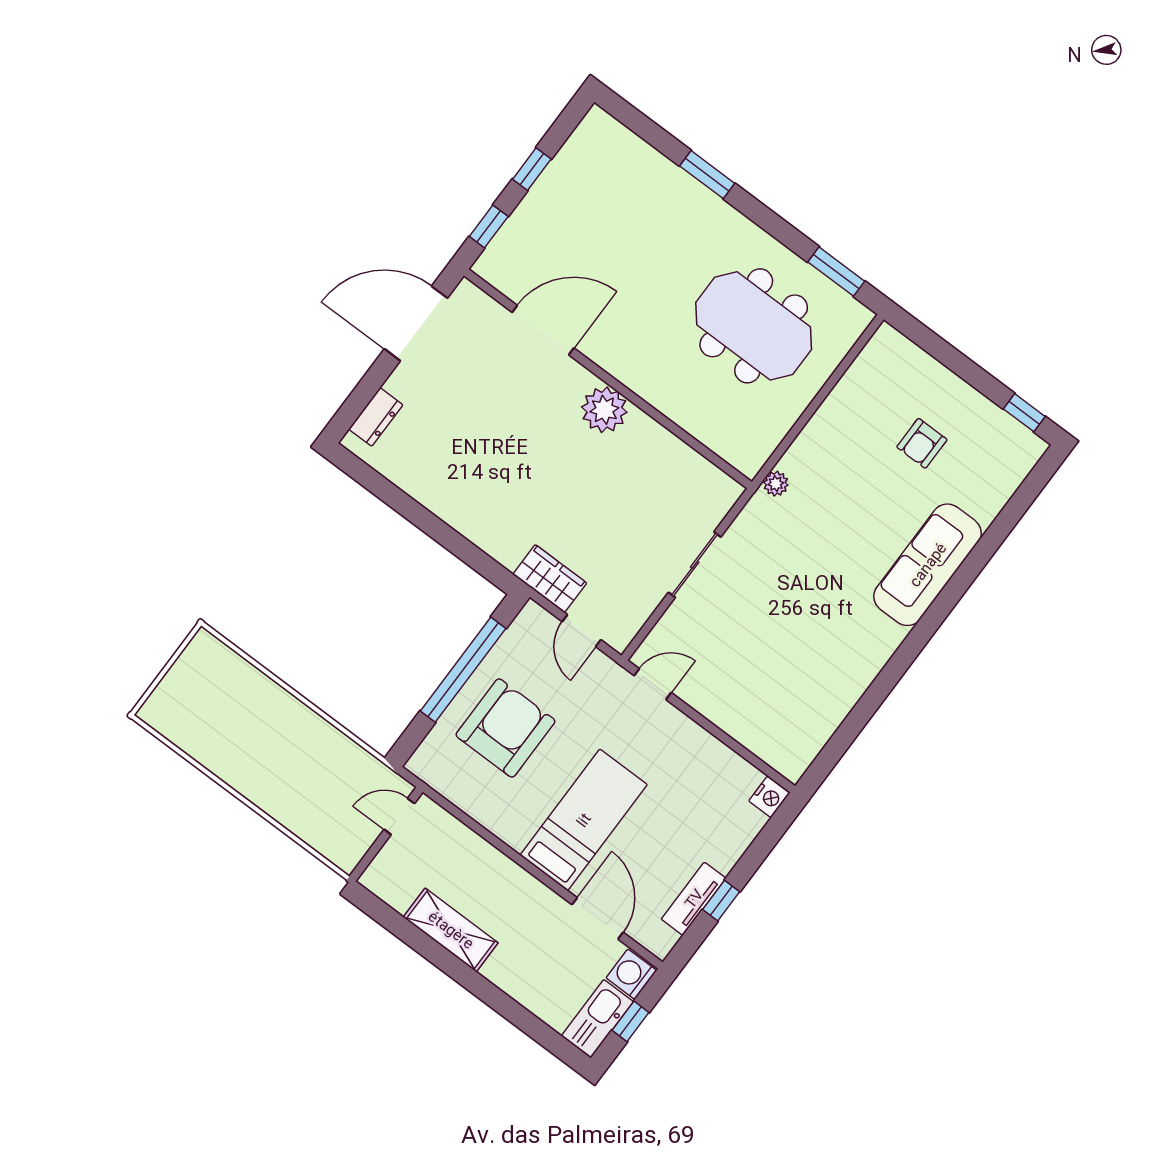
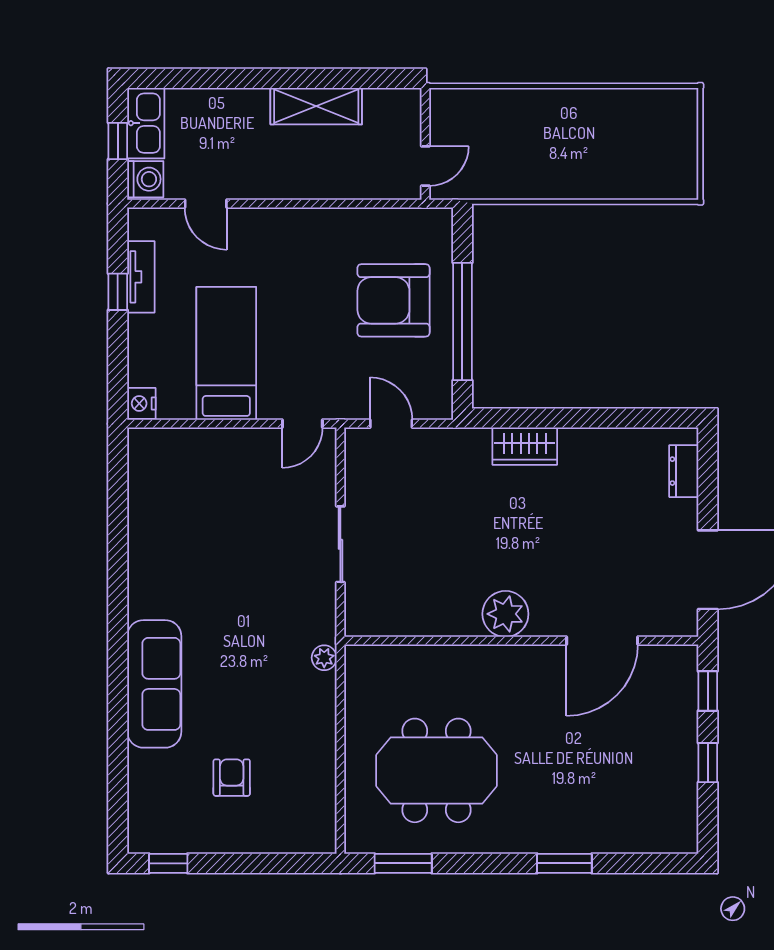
wardrobe: (550, 579) -> (525, 446), moved
armchair: (506, 728) -> (394, 300), turned 90
bed: (584, 820) -> (226, 353), moved, turned 180
door: (598, 918) -> (206, 204), width x0.73

